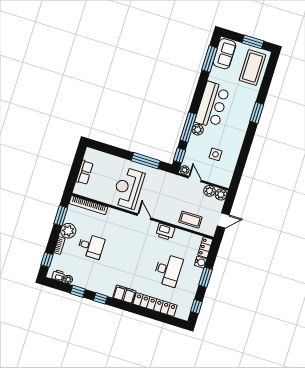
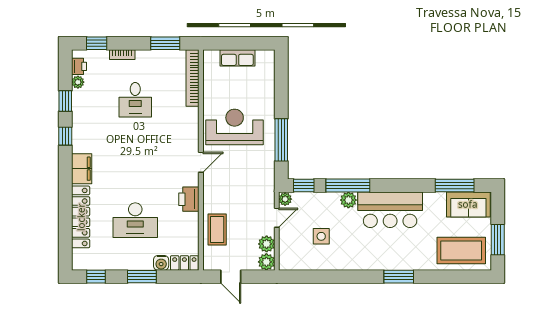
plant: (68, 231) -> (147, 61), removed

